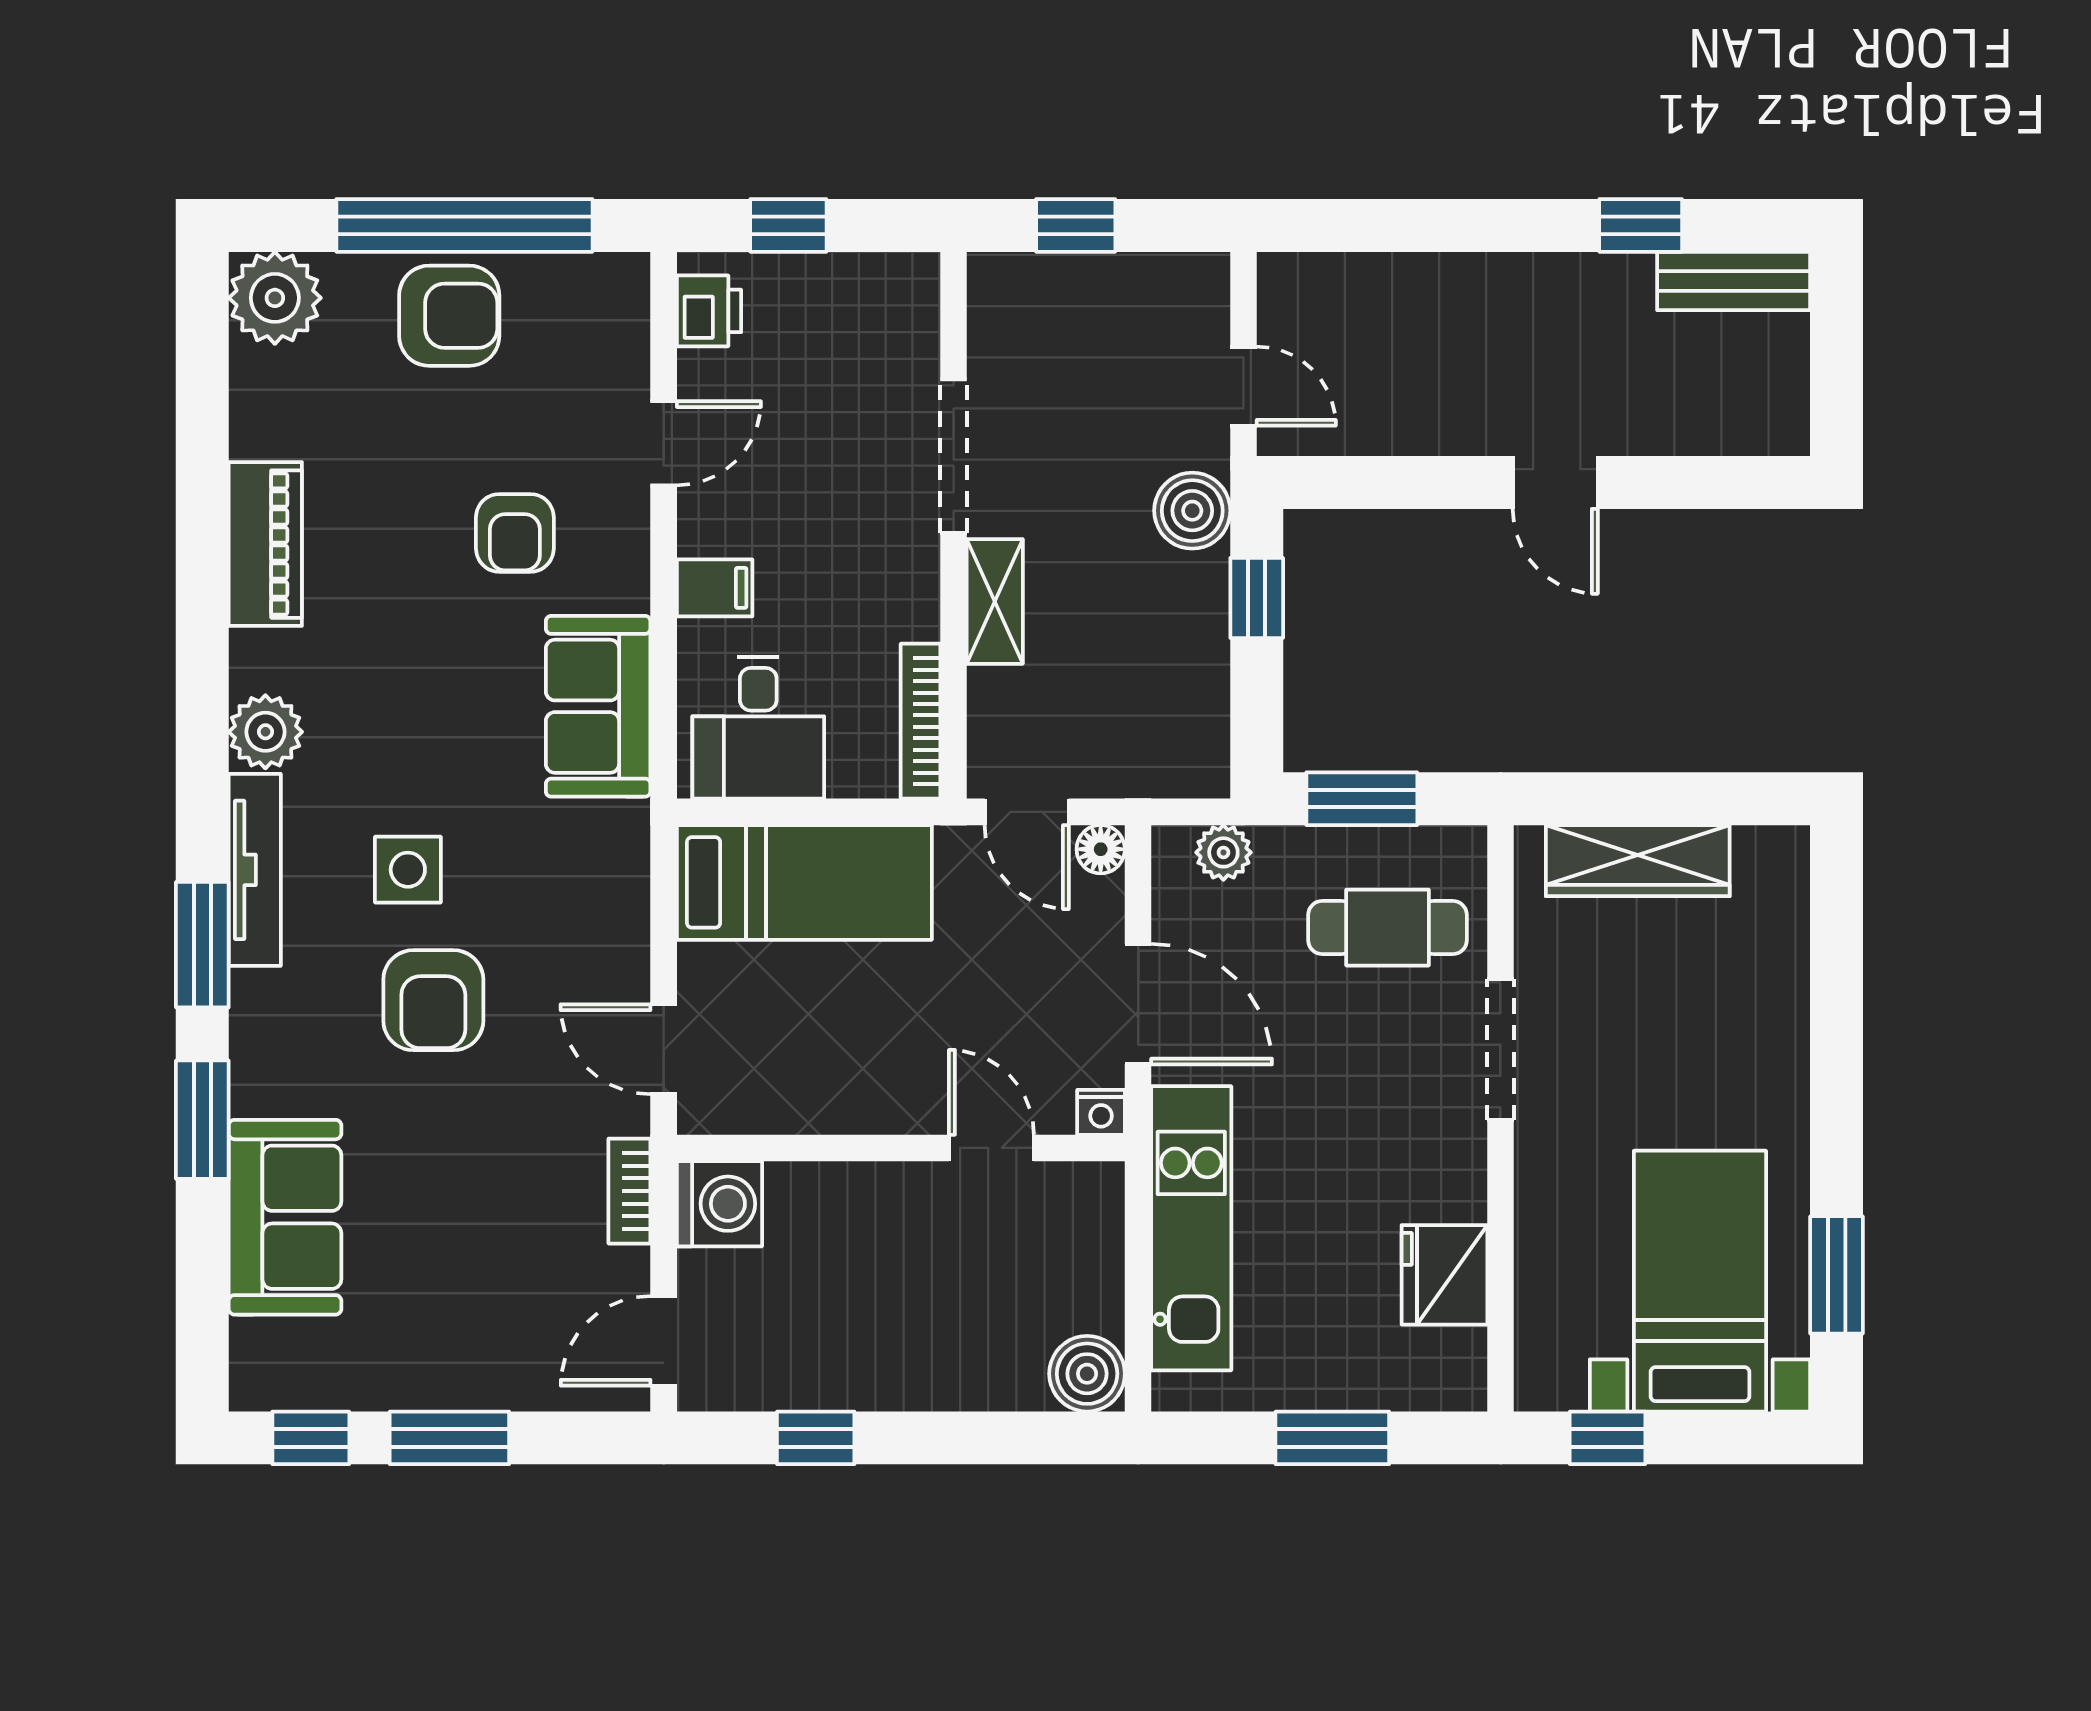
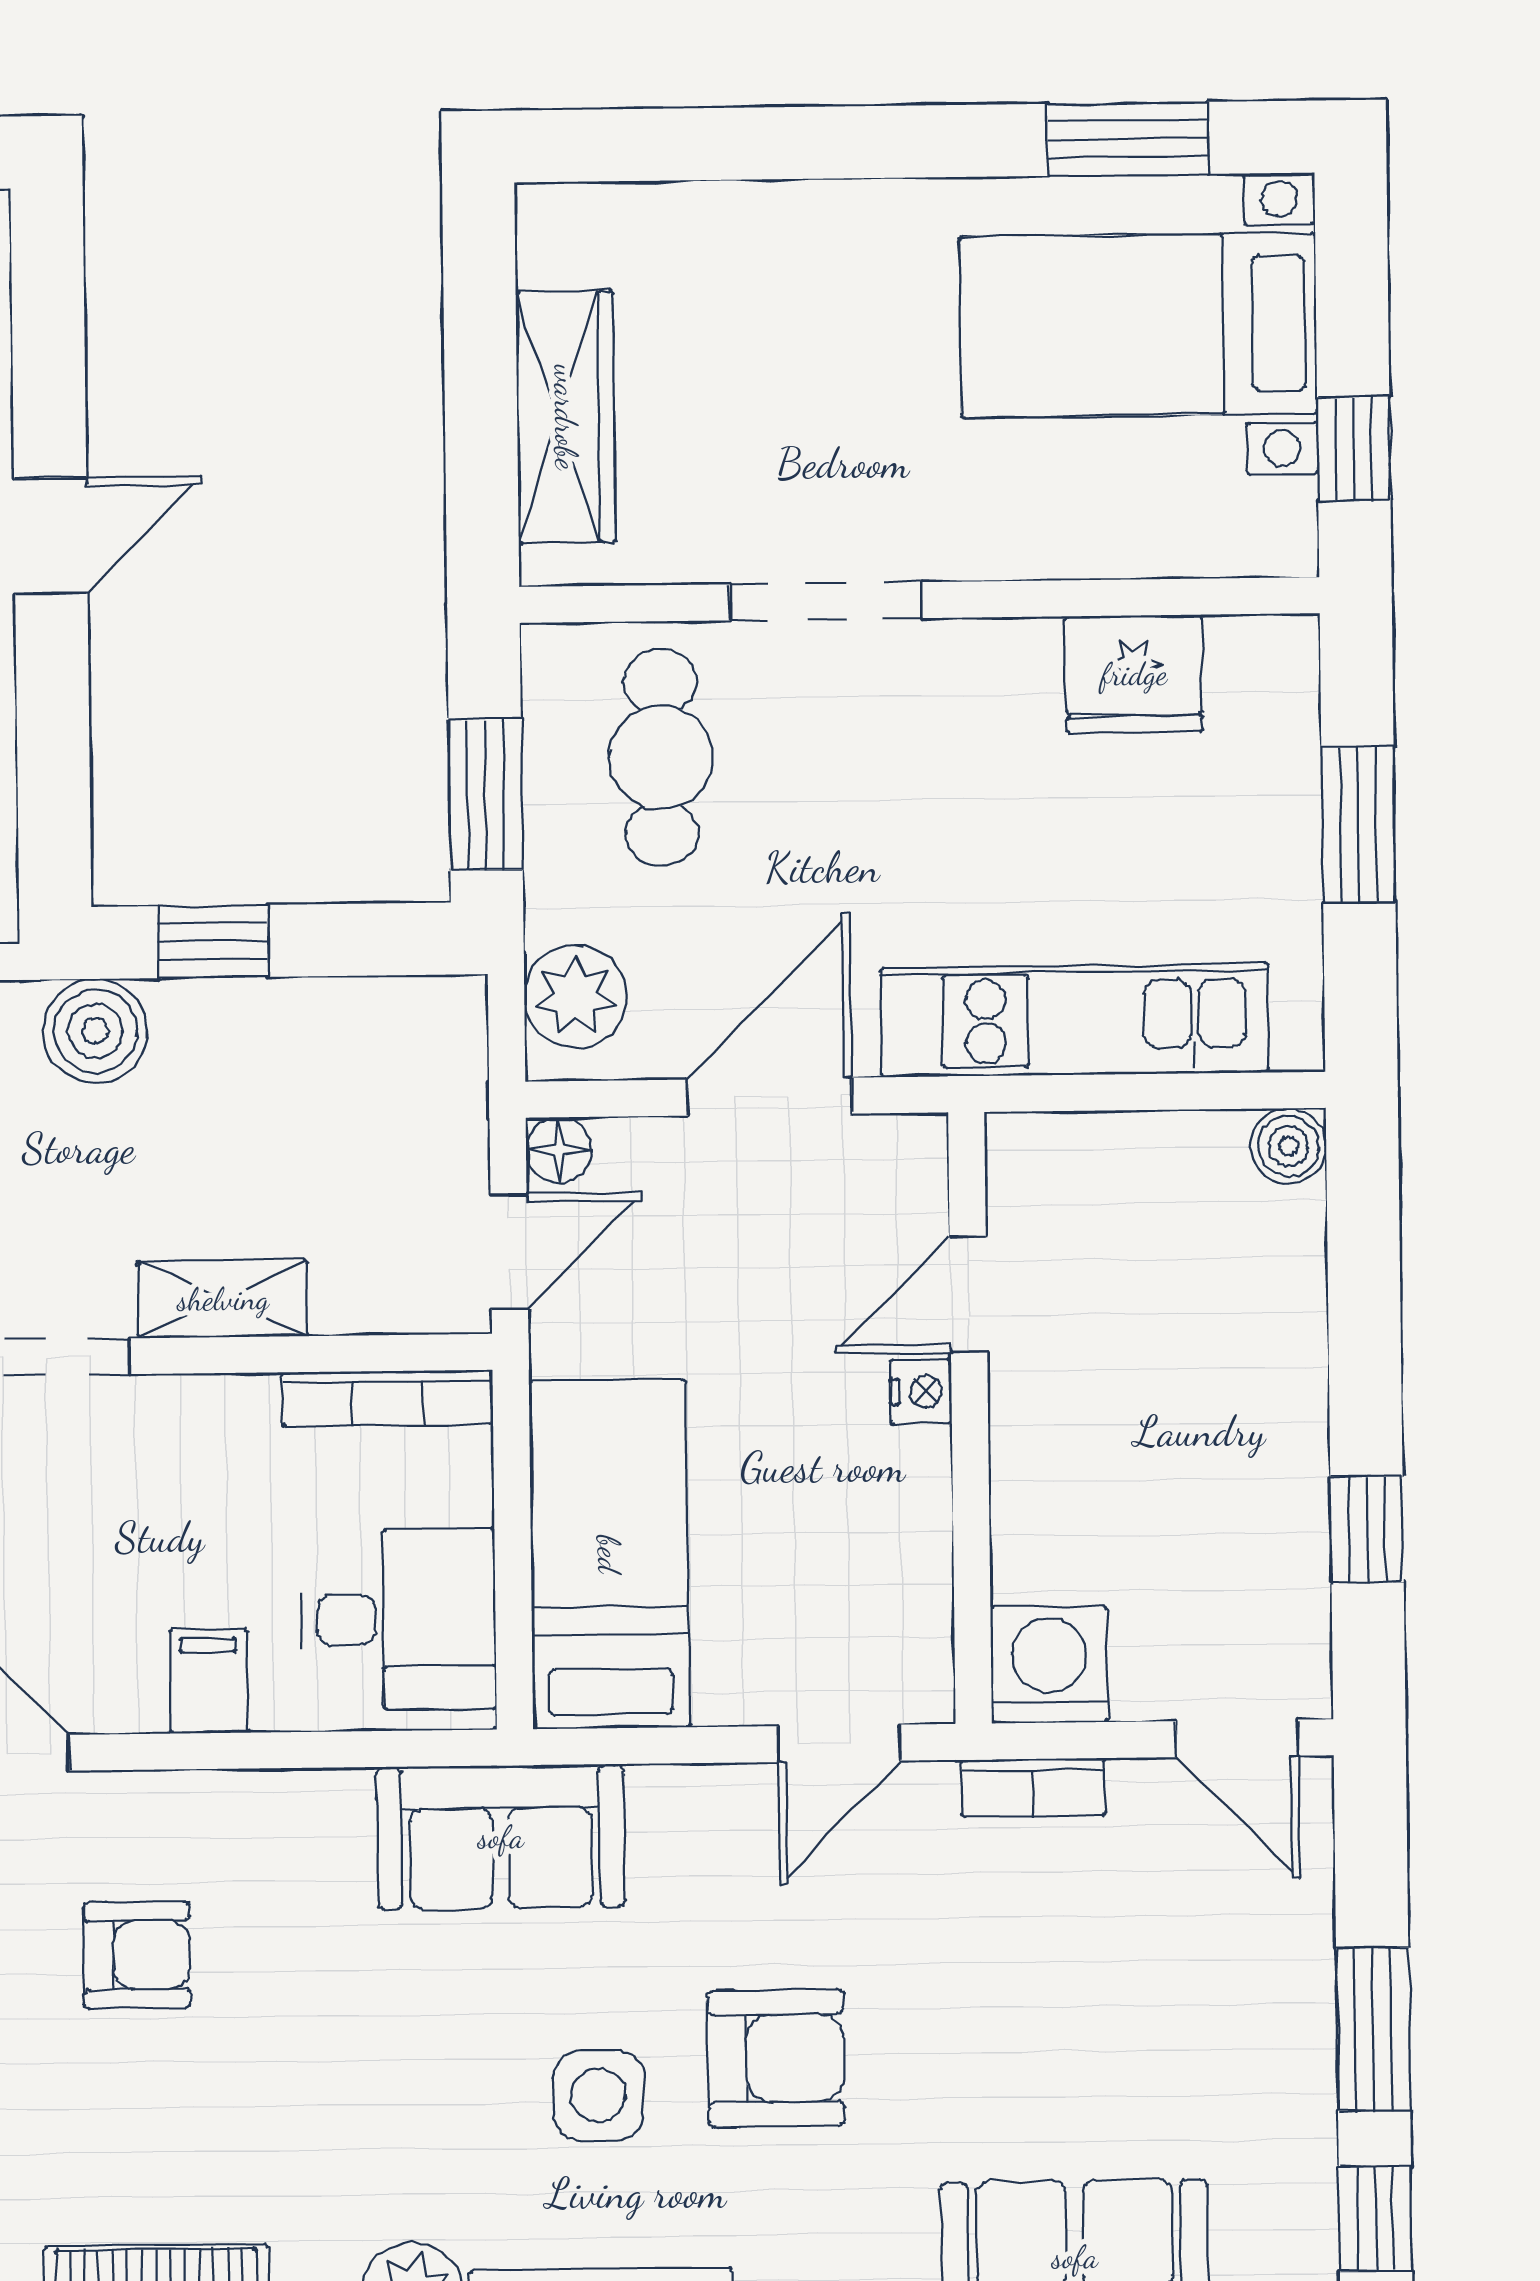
sofa: (598, 706) -> (501, 1837), moved
plant: (1223, 852) -> (576, 996), width x1.38, depth x1.38
nightstand: (1101, 1112) -> (921, 1392), moved
boiler: (1087, 1374) -> (1289, 1146), width x0.73, depth x0.73

